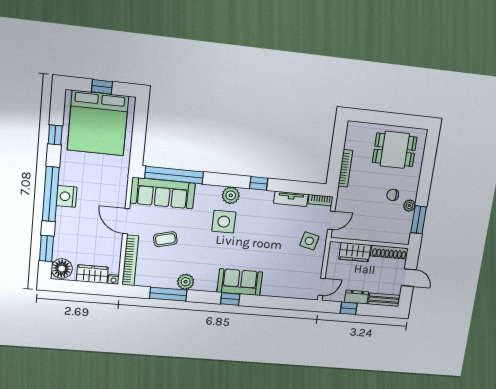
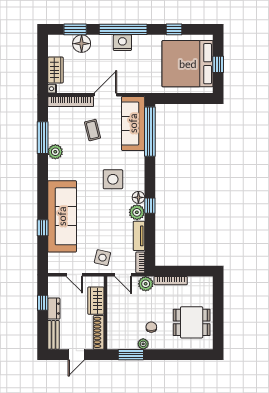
dining table: (395, 150) -> (192, 322), turned 90
plant: (231, 195) -> (137, 212), moved
floor lamp: (248, 195) -> (138, 197), added
plant: (345, 196) -> (146, 284), added
floor lamp: (62, 269) -> (82, 44), moved
sofa: (240, 282) -> (62, 216), width x1.85, depth x1.27
door: (322, 287) -> (74, 275), moved
window: (230, 299) -> (43, 228), moved

